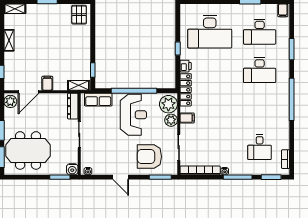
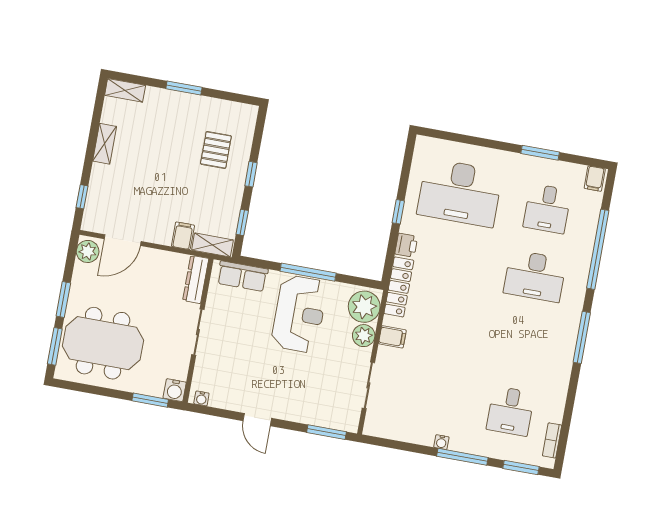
pallet: (79, 15) -> (216, 150), moved
desk: (260, 32) -> (547, 209), width x0.73
window: (93, 42) -> (251, 174), added
window: (292, 49) -> (598, 249), width x2.11
filing cabinet: (47, 83) -> (183, 236), moved
window: (134, 91) -> (308, 272), width x0.68
window: (292, 99) -> (582, 337), width x0.68
armchair: (149, 157) -> (314, 392), removed
bookcase: (200, 170) -> (398, 433), removed

